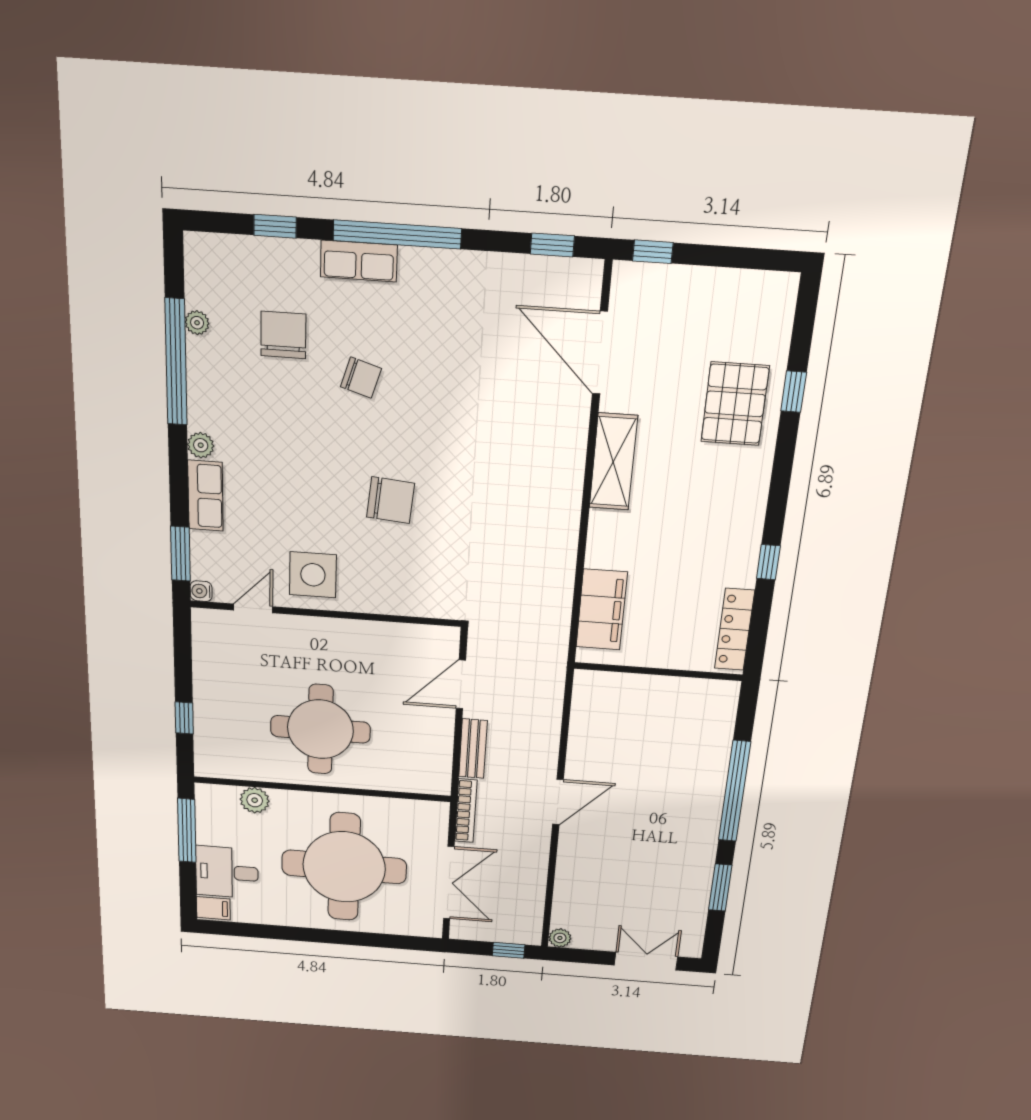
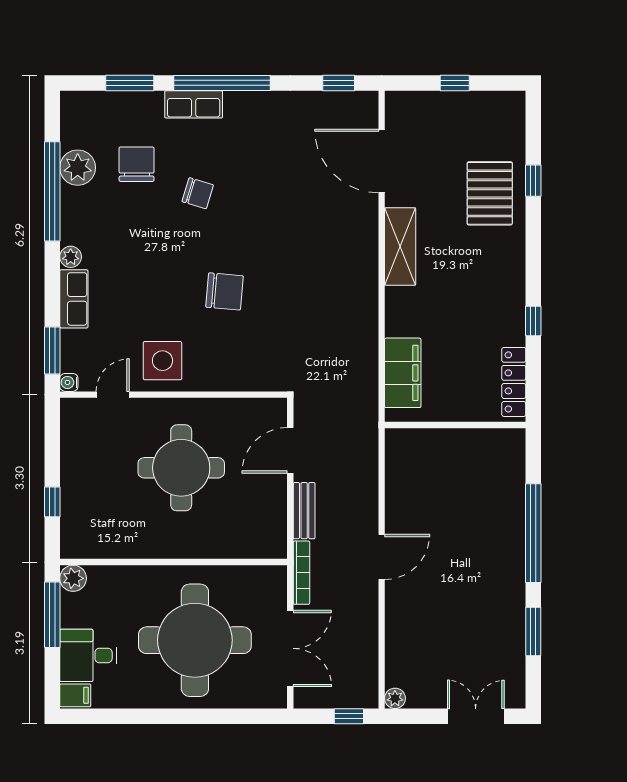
window: (275, 226) -> (130, 83), width x1.50
window: (653, 252) -> (455, 83), moved
plant: (197, 323) -> (78, 168), width x1.87, depth x1.87
round table: (320, 729) -> (181, 468), moved
plant: (255, 800) -> (73, 578), moved

